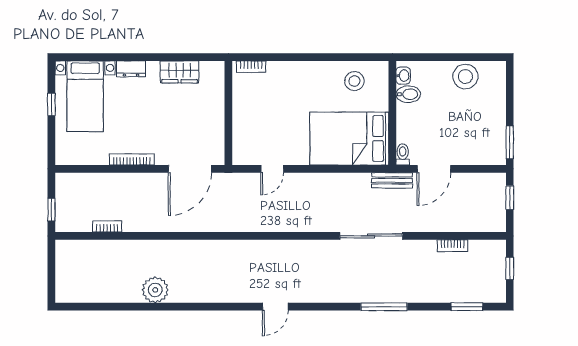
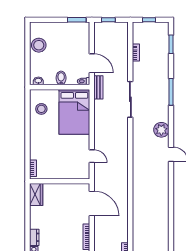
wardrobe: (180, 72) -> (36, 194), moved
bidet: (408, 94) -> (61, 78), moved
plant: (155, 290) -> (161, 130), moved

